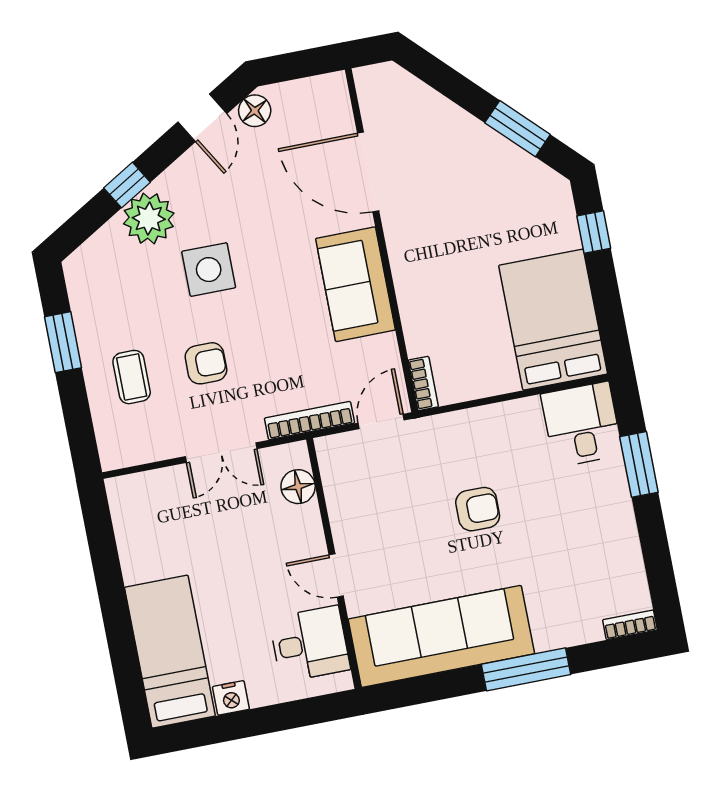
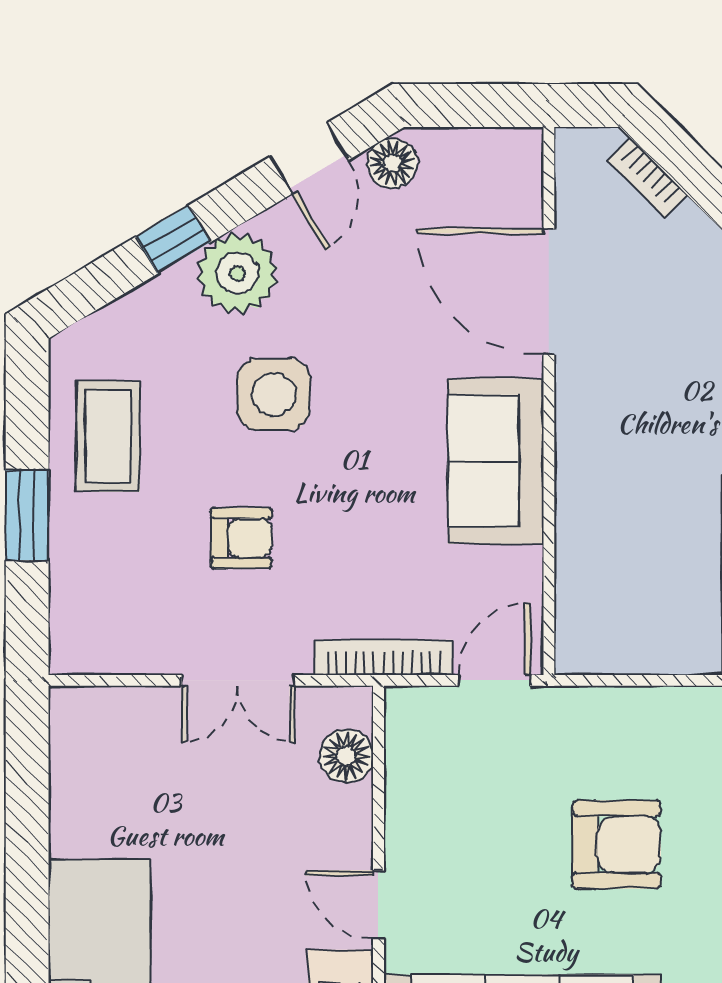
plant: (149, 218) -> (237, 273), moved
window: (63, 342) -> (27, 515), moved
coffee table: (132, 377) -> (108, 436), moved, width x1.36, depth x1.30
bookcase: (423, 383) -> (647, 178), moved, turned 135
armchair: (478, 509) -> (617, 845), width x1.38, depth x1.38

